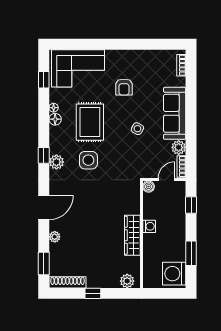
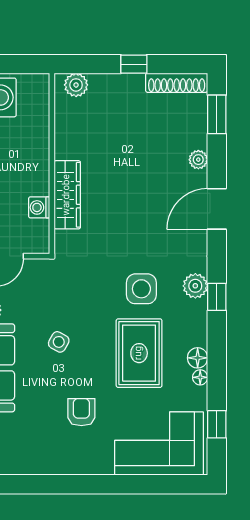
boiler: (149, 187) -> (40, 244), removed
washing machine: (149, 226) -> (39, 207), moved
wardrobe: (132, 235) -> (67, 195), moved

